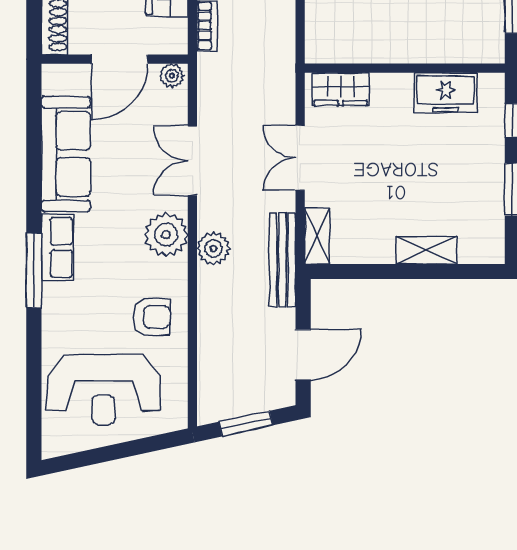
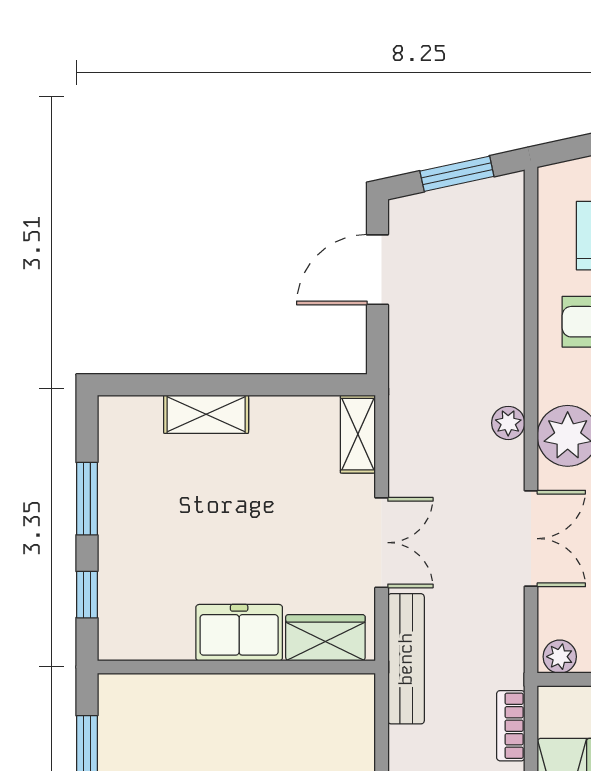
freezer: (446, 93) -> (239, 633), moved
plant: (213, 248) -> (508, 423), width x0.73, depth x0.73
bench: (282, 260) -> (406, 659), moved

